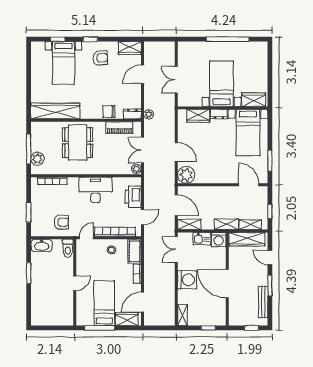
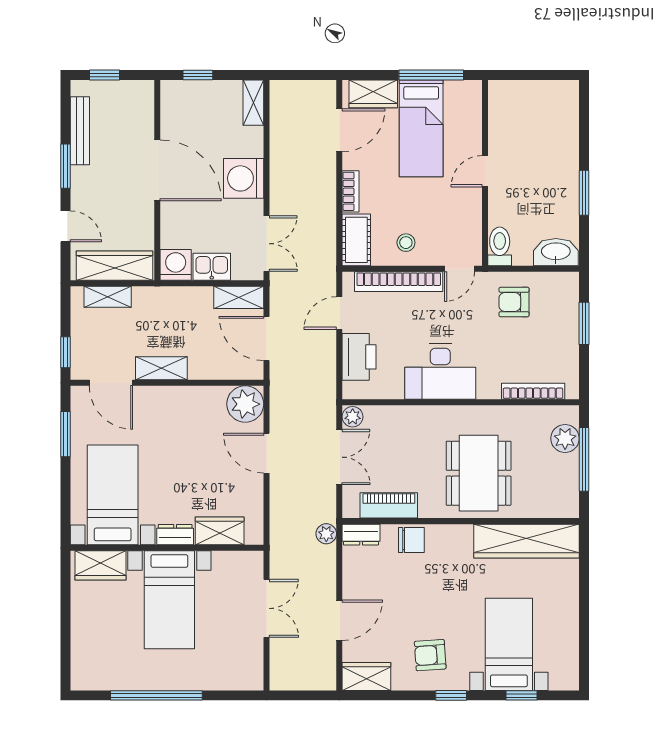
window: (270, 211) -> (66, 352), moved
shelving: (226, 224) -> (161, 368), moved

